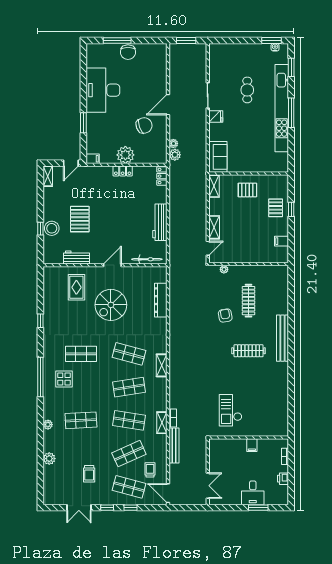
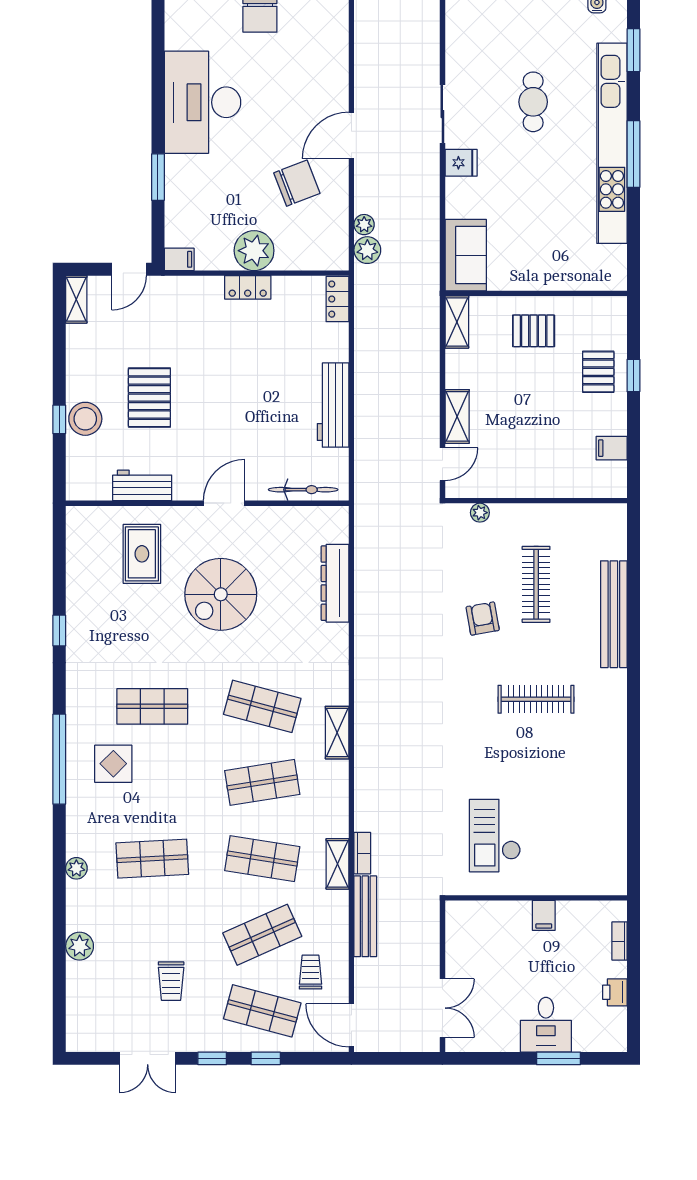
bench: (282, 338) -> (614, 614), moved

